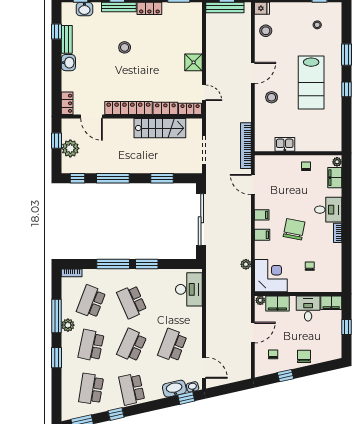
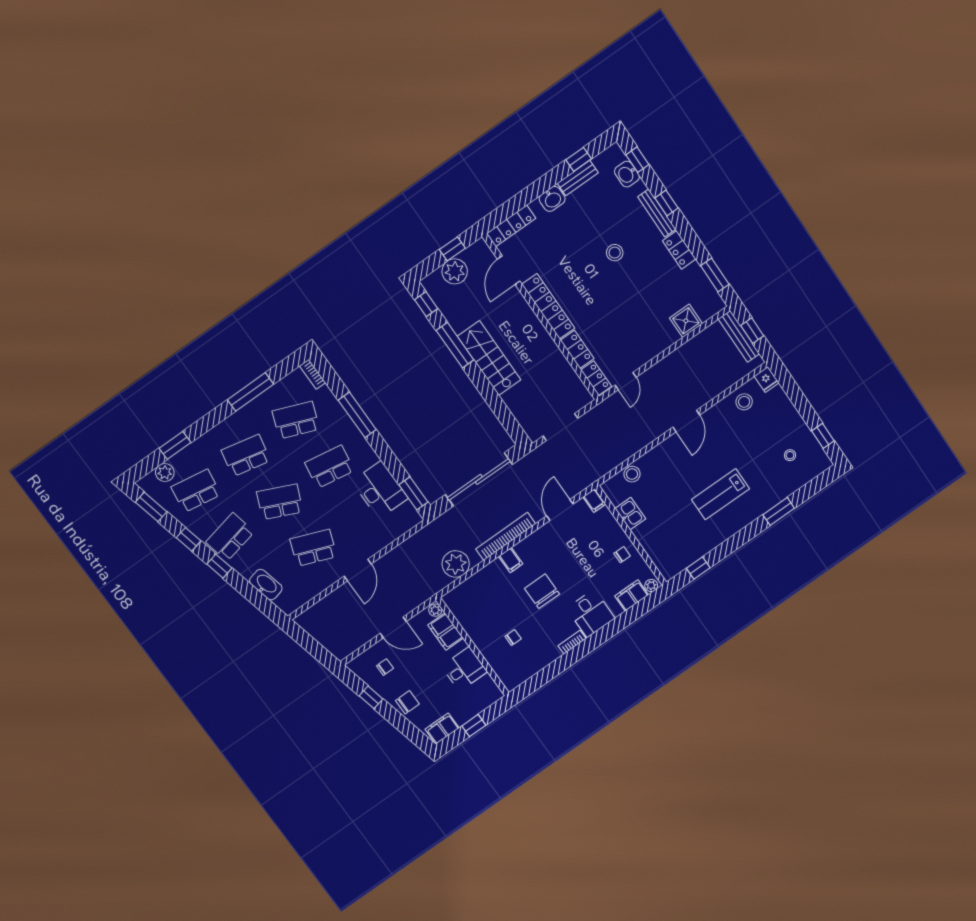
shower: (194, 62) -> (686, 321), moved
door: (253, 73) -> (686, 421), hinge flipped
lab bench: (311, 82) -> (720, 494), width x0.73, depth x0.72
window: (346, 89) -> (698, 568), moved
stool: (272, 97) -> (632, 474), moved
locker: (67, 103) -> (511, 226), width x1.53
stairs: (160, 128) -> (489, 358), moved, turned 180
bookcase: (246, 146) -> (506, 536), moved
window: (162, 178) -> (495, 402), removed
filing cabinet: (262, 215) -> (594, 501), moved
chair: (294, 229) -> (542, 591), turned -101
window: (147, 264) -> (413, 493), moved
plant: (246, 264) -> (456, 564), width x1.88, depth x1.88
corner desk: (271, 276) -> (472, 602), removed
desk: (189, 289) -> (380, 490), moved, turned -90
school desk: (132, 302) -> (330, 467), turned 33
filing cabinet: (331, 303) -> (442, 728), moved, turned 90
plant: (68, 325) -> (165, 472), moved
window: (57, 358) -> (175, 445), moved
door: (204, 368) -> (358, 570), moved
washbasin: (193, 387) -> (283, 604), removed
window: (186, 398) -> (219, 566), moved

